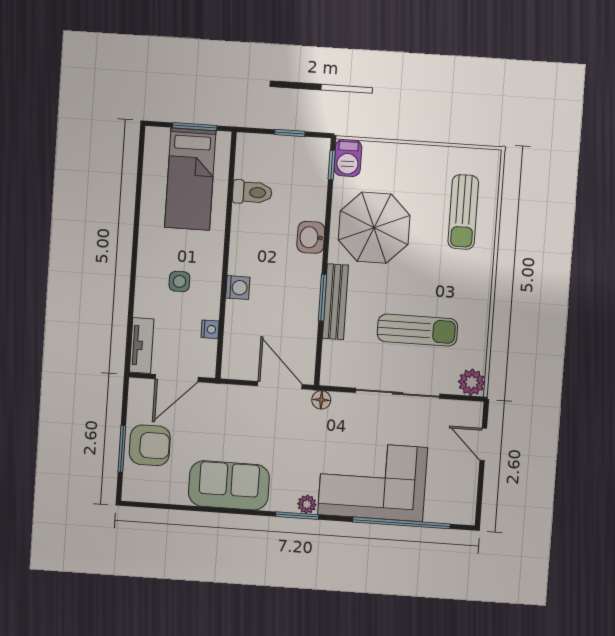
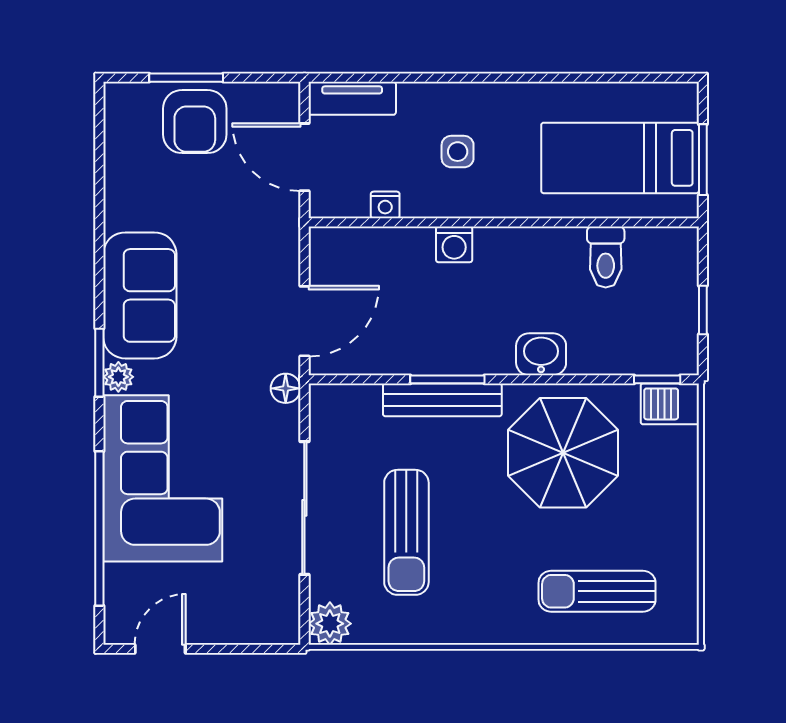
door: (483, 444) -> (160, 649), moved
sofa: (229, 485) -> (140, 295), moved

